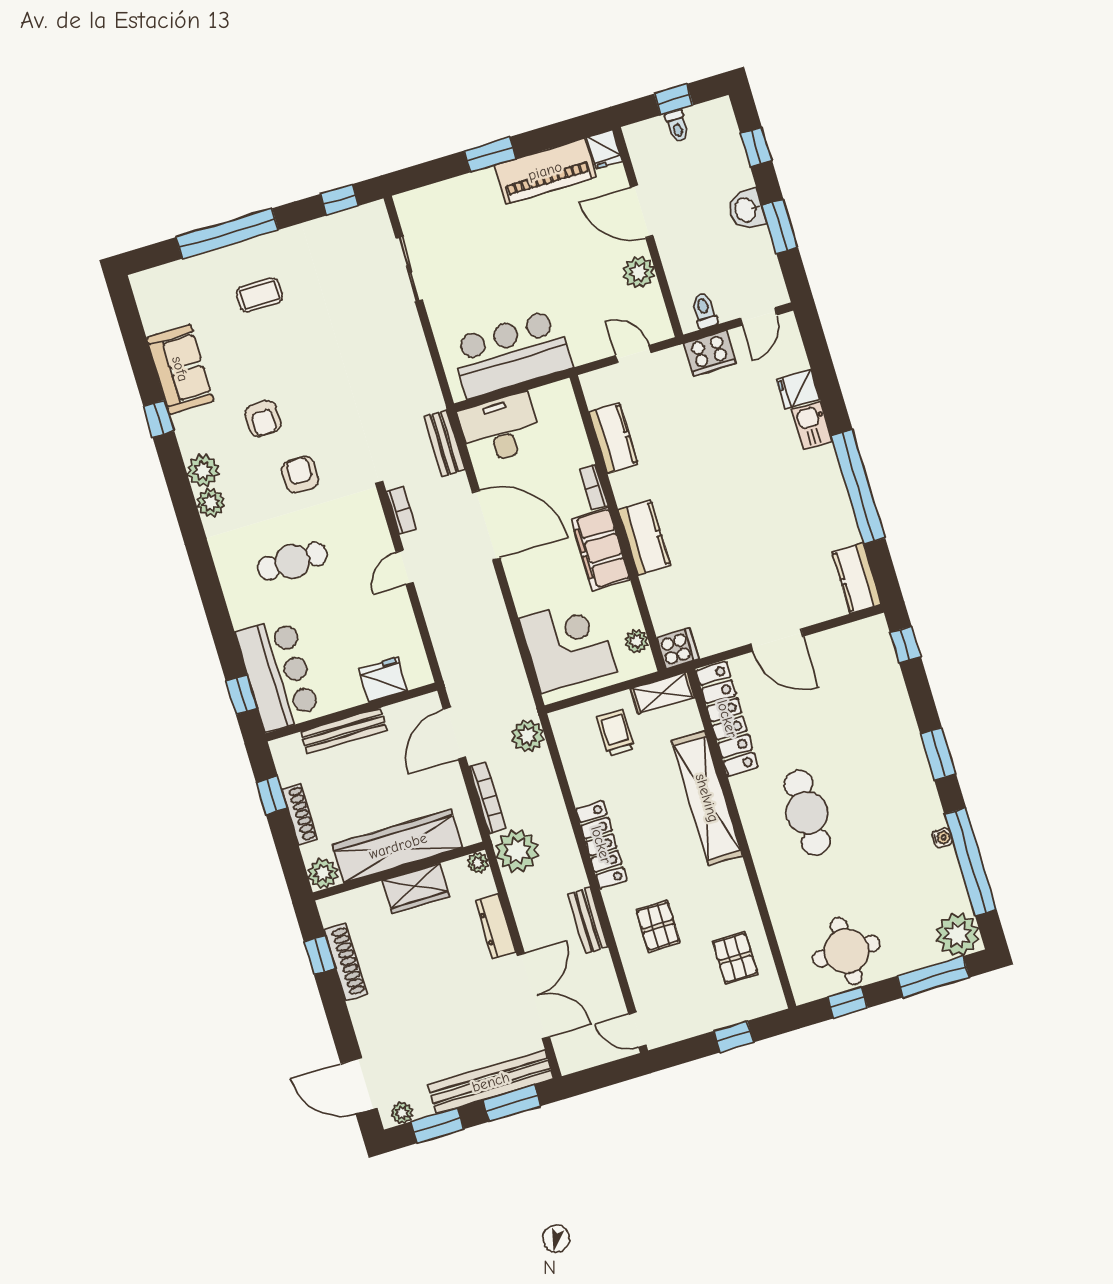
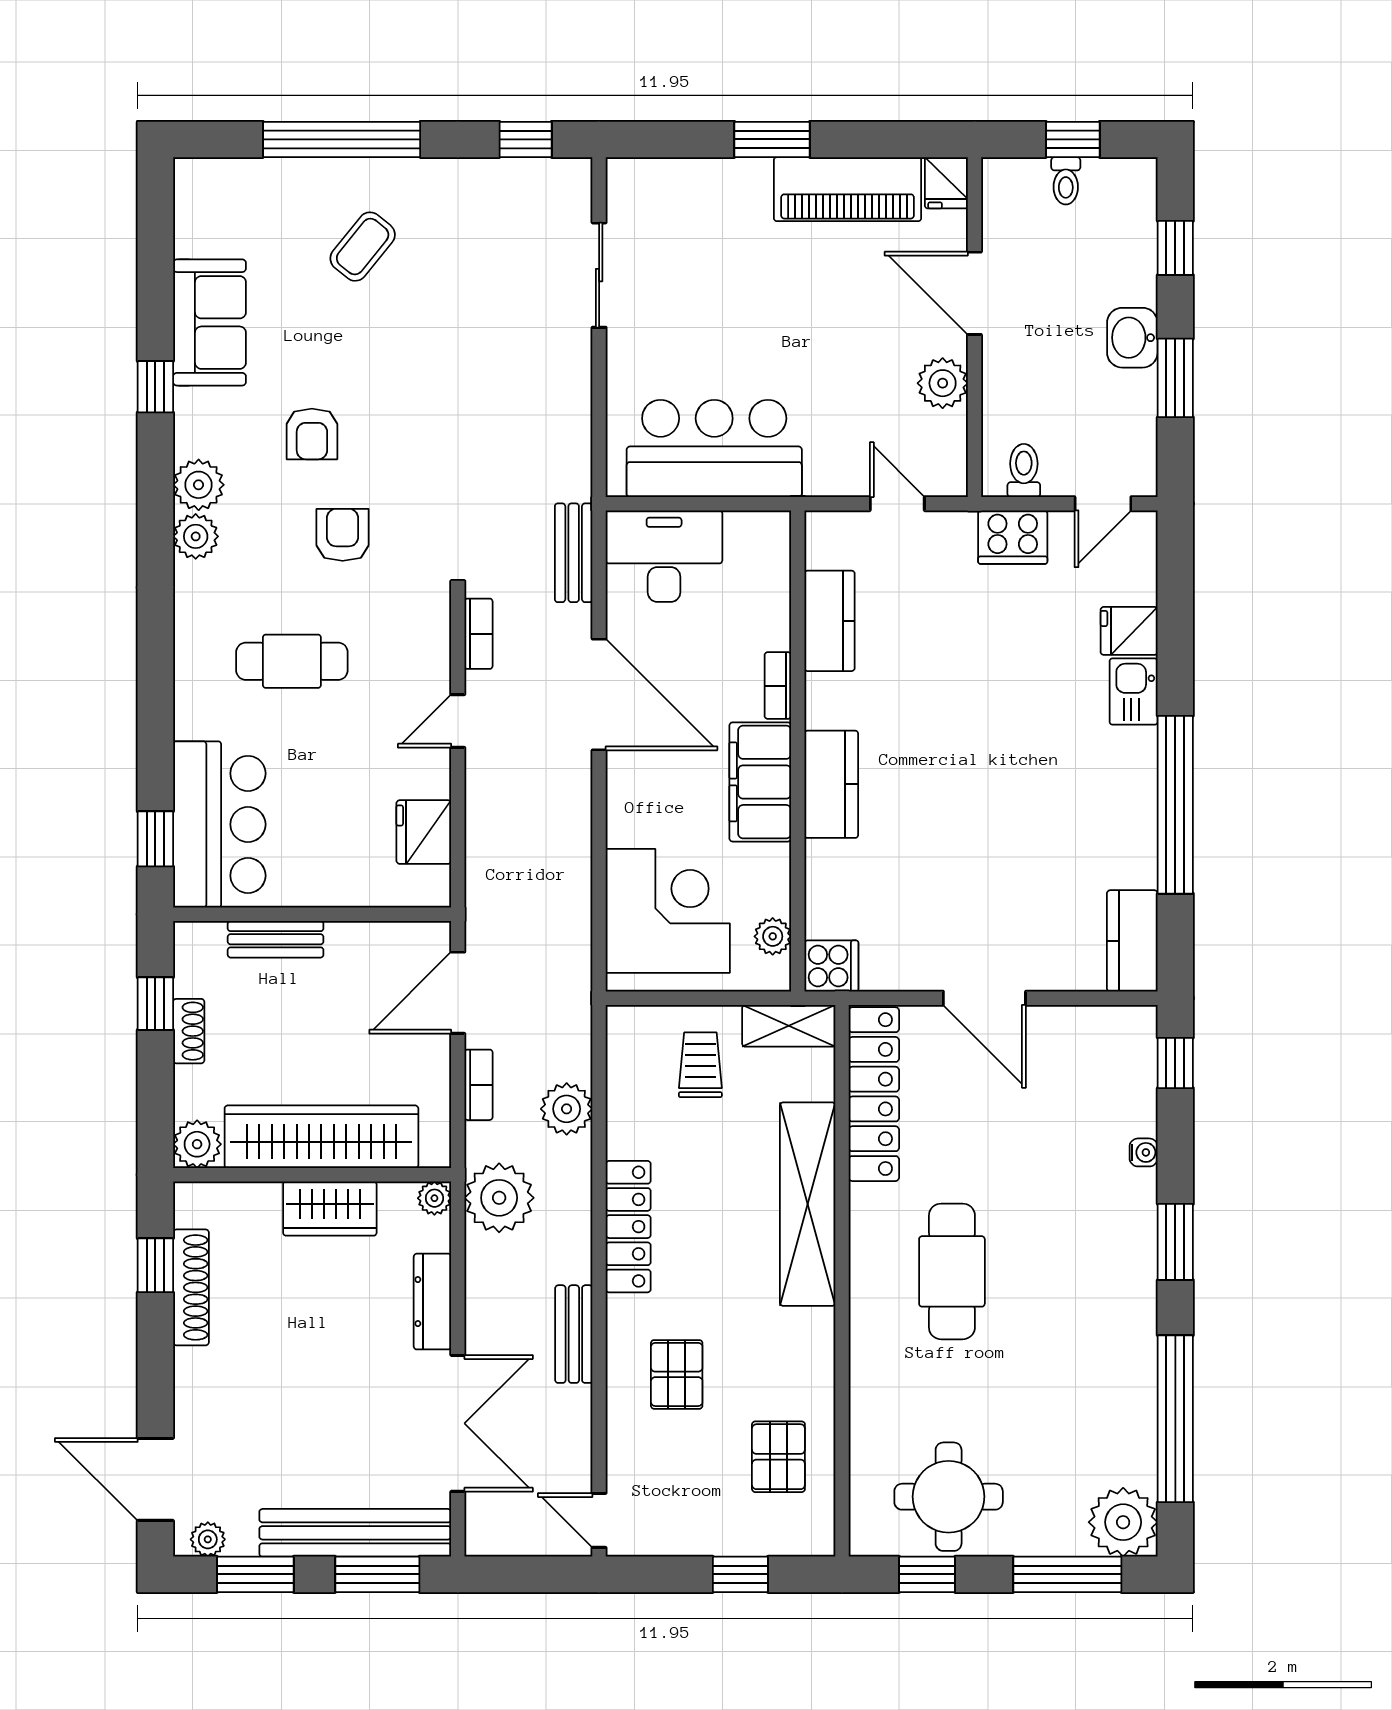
coffee table: (260, 295) -> (363, 247), turned -51
fridge: (383, 680) -> (424, 832), moved, turned -90
bench: (344, 731) -> (276, 939), width x0.73
plant: (528, 736) -> (567, 1109), moved
bookcase: (488, 798) -> (479, 1085), width x0.64
shoe rack: (300, 814) -> (189, 1031), width x0.70
water cooler: (942, 838) -> (1144, 1152), moved

